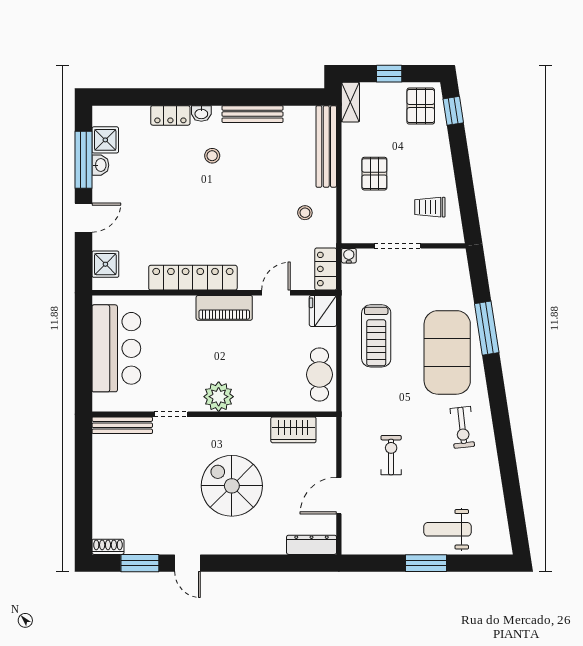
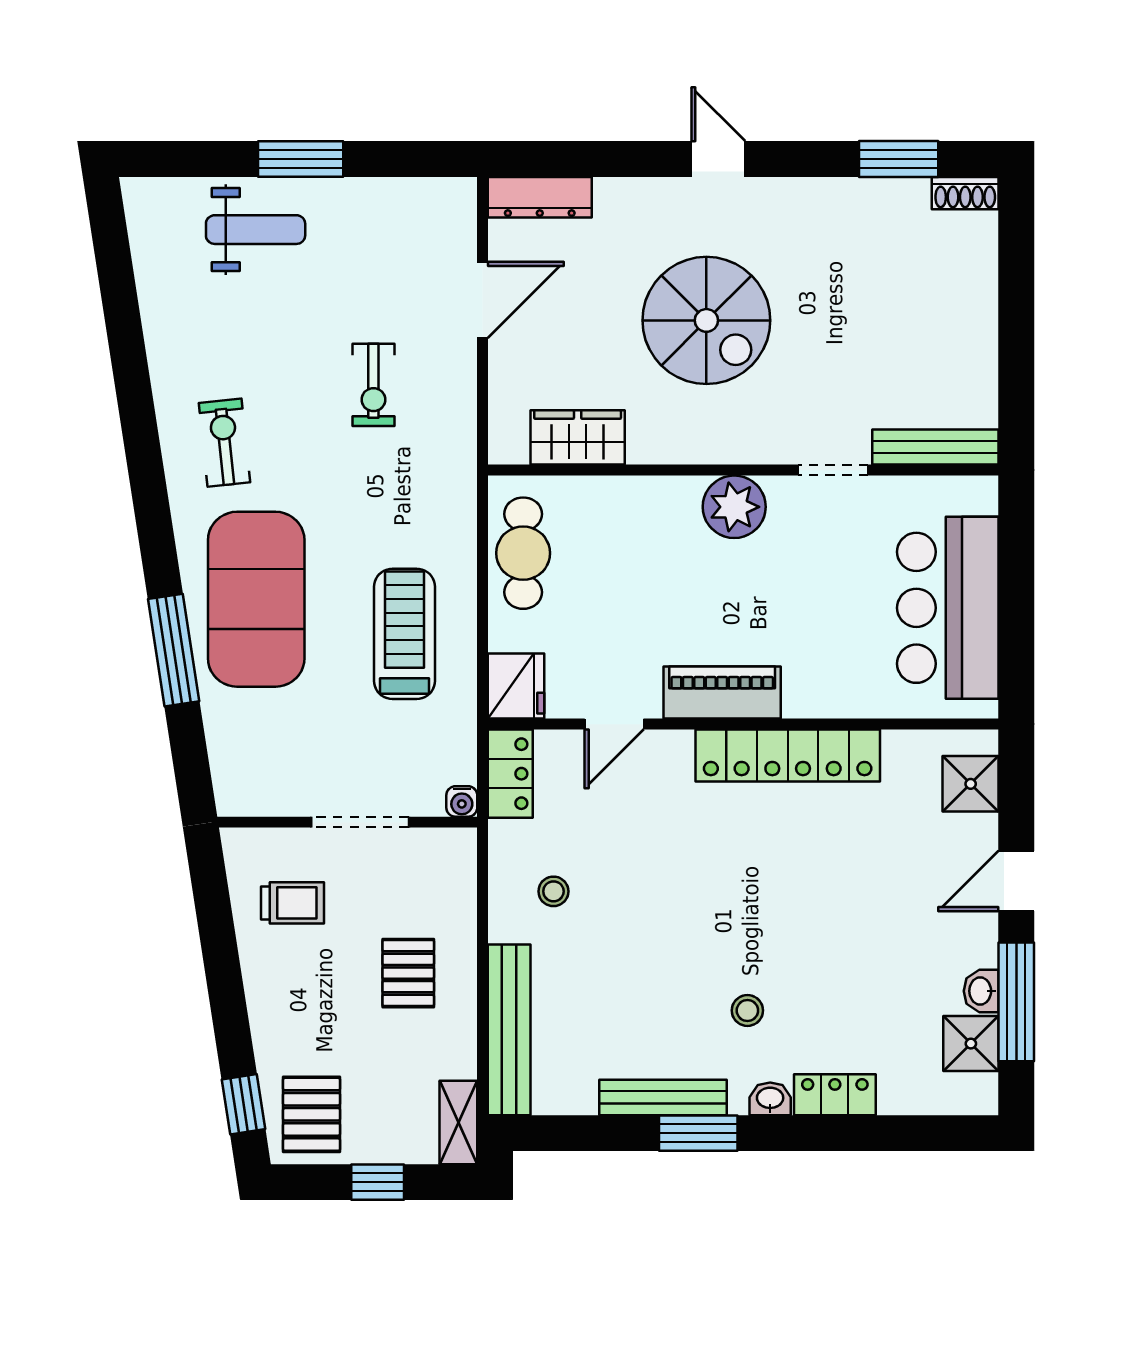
window: (236, 97) -> (698, 1133), added
door: (188, 563) -> (718, 159), moved

